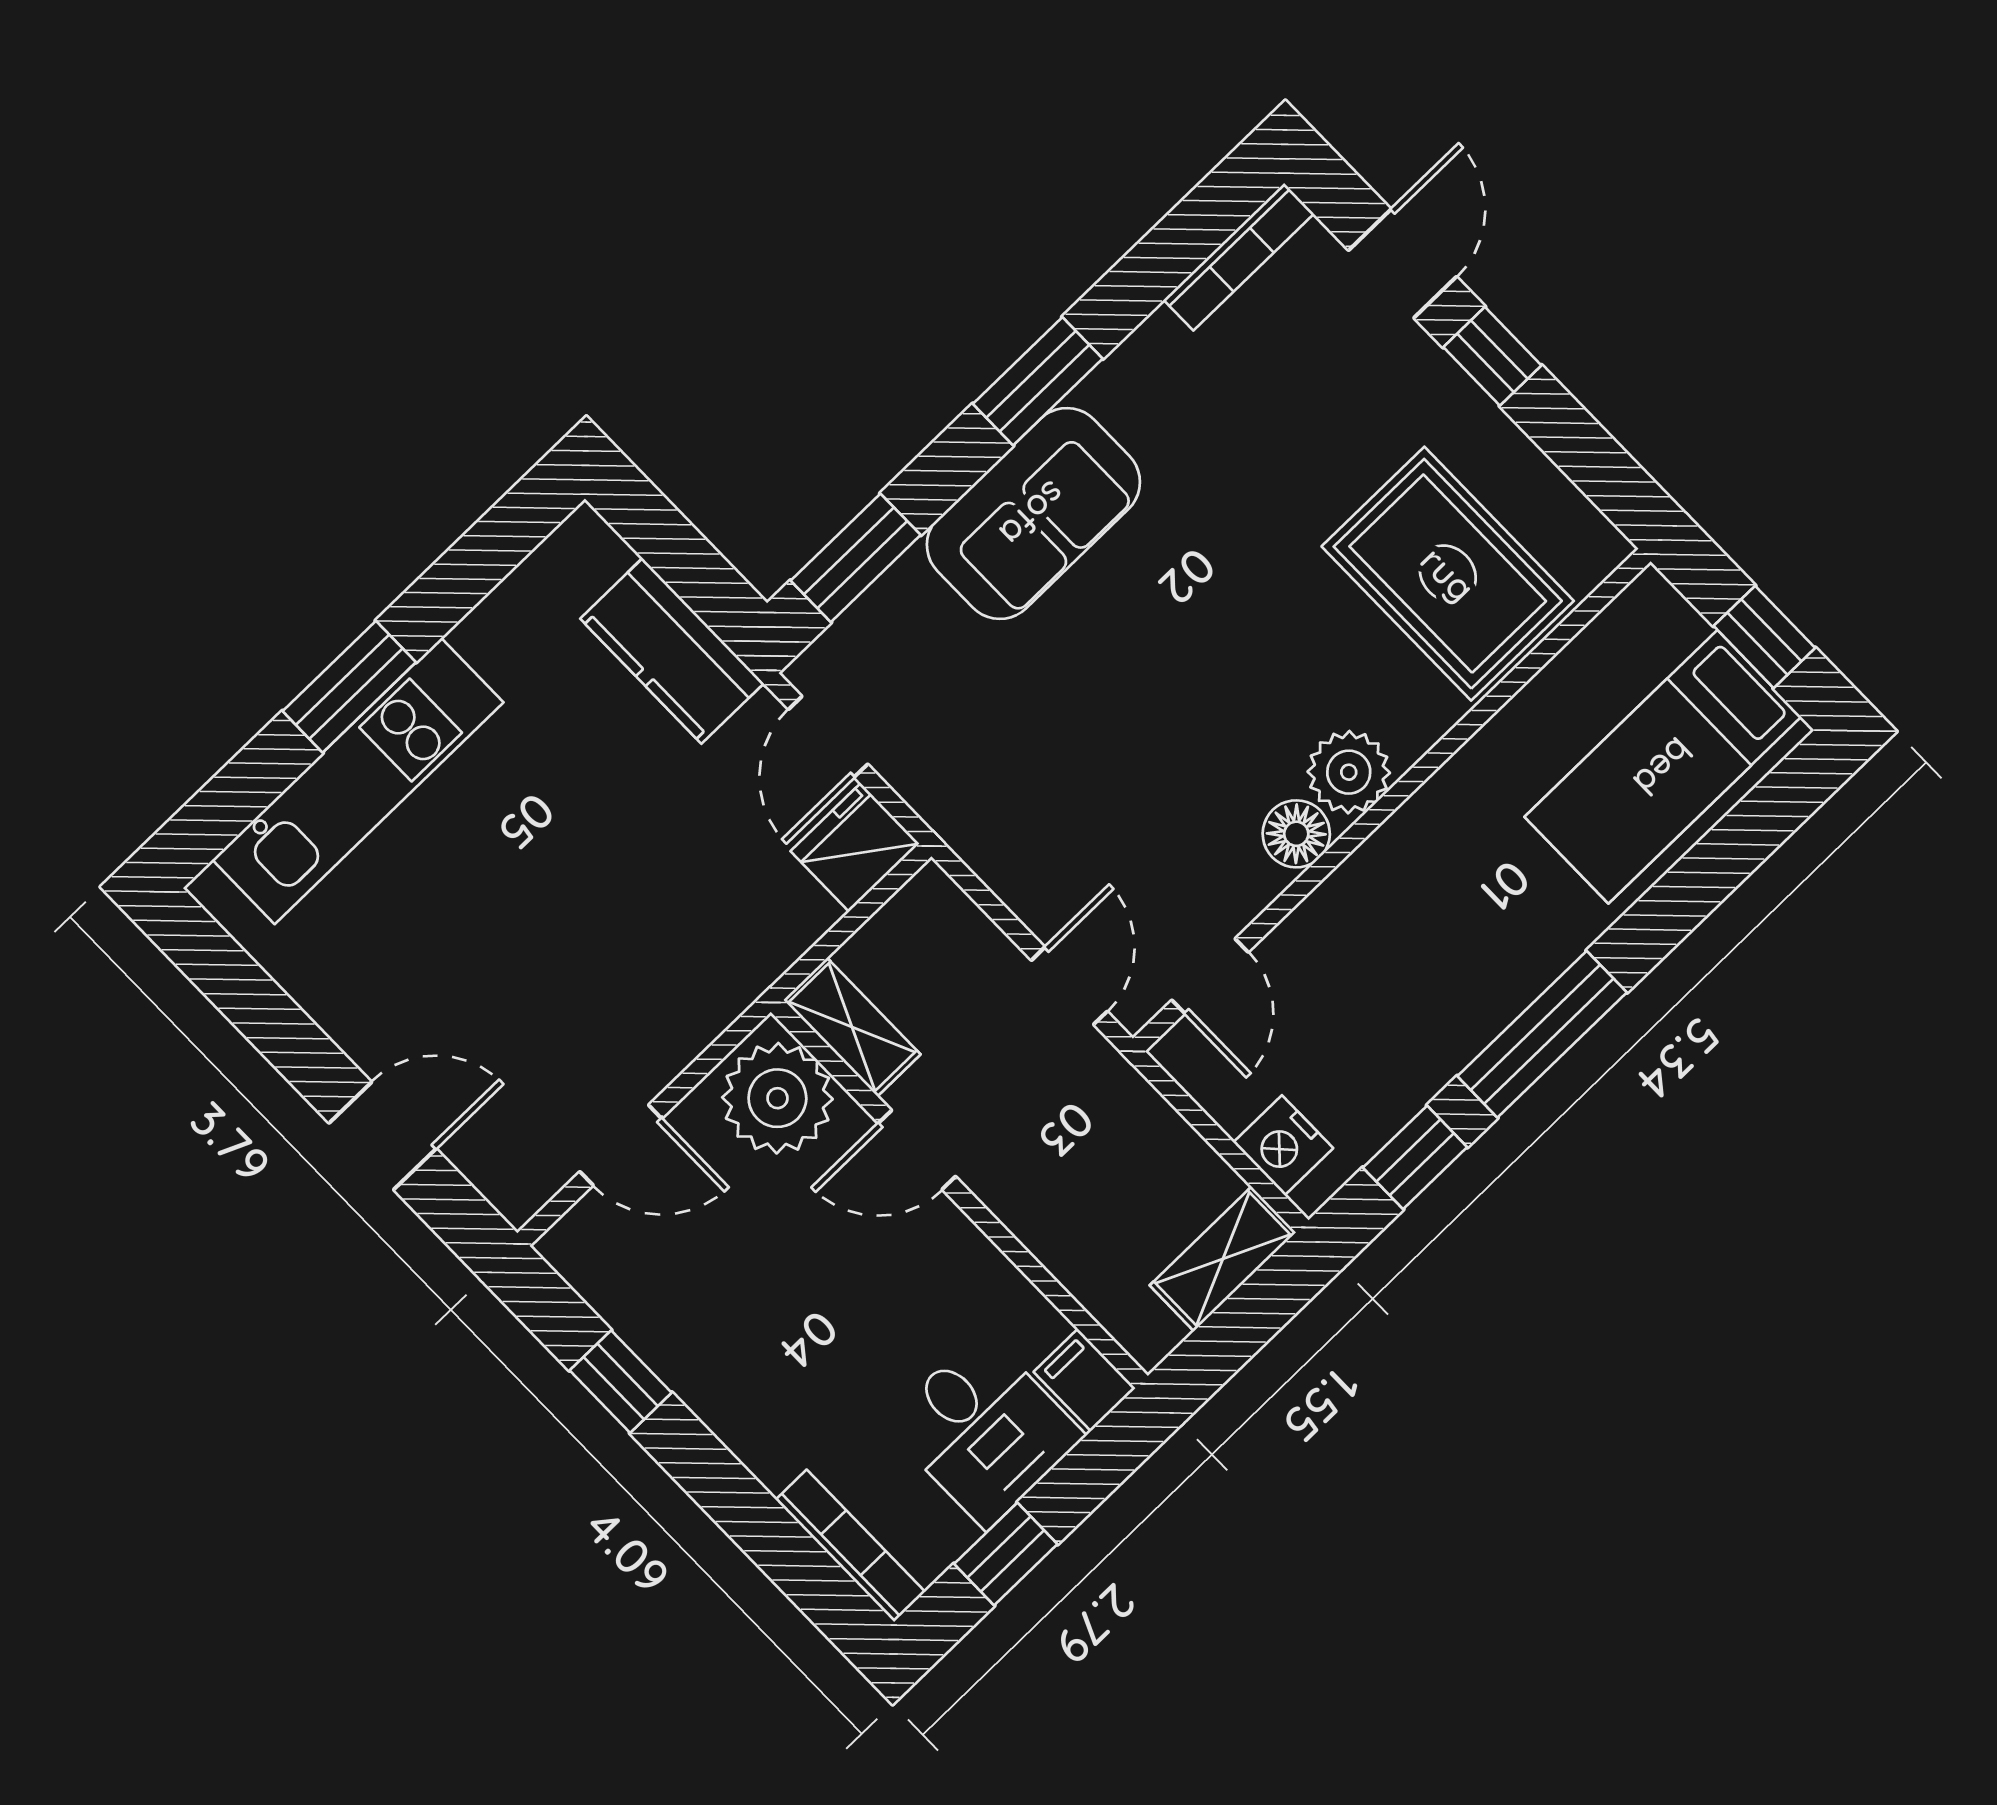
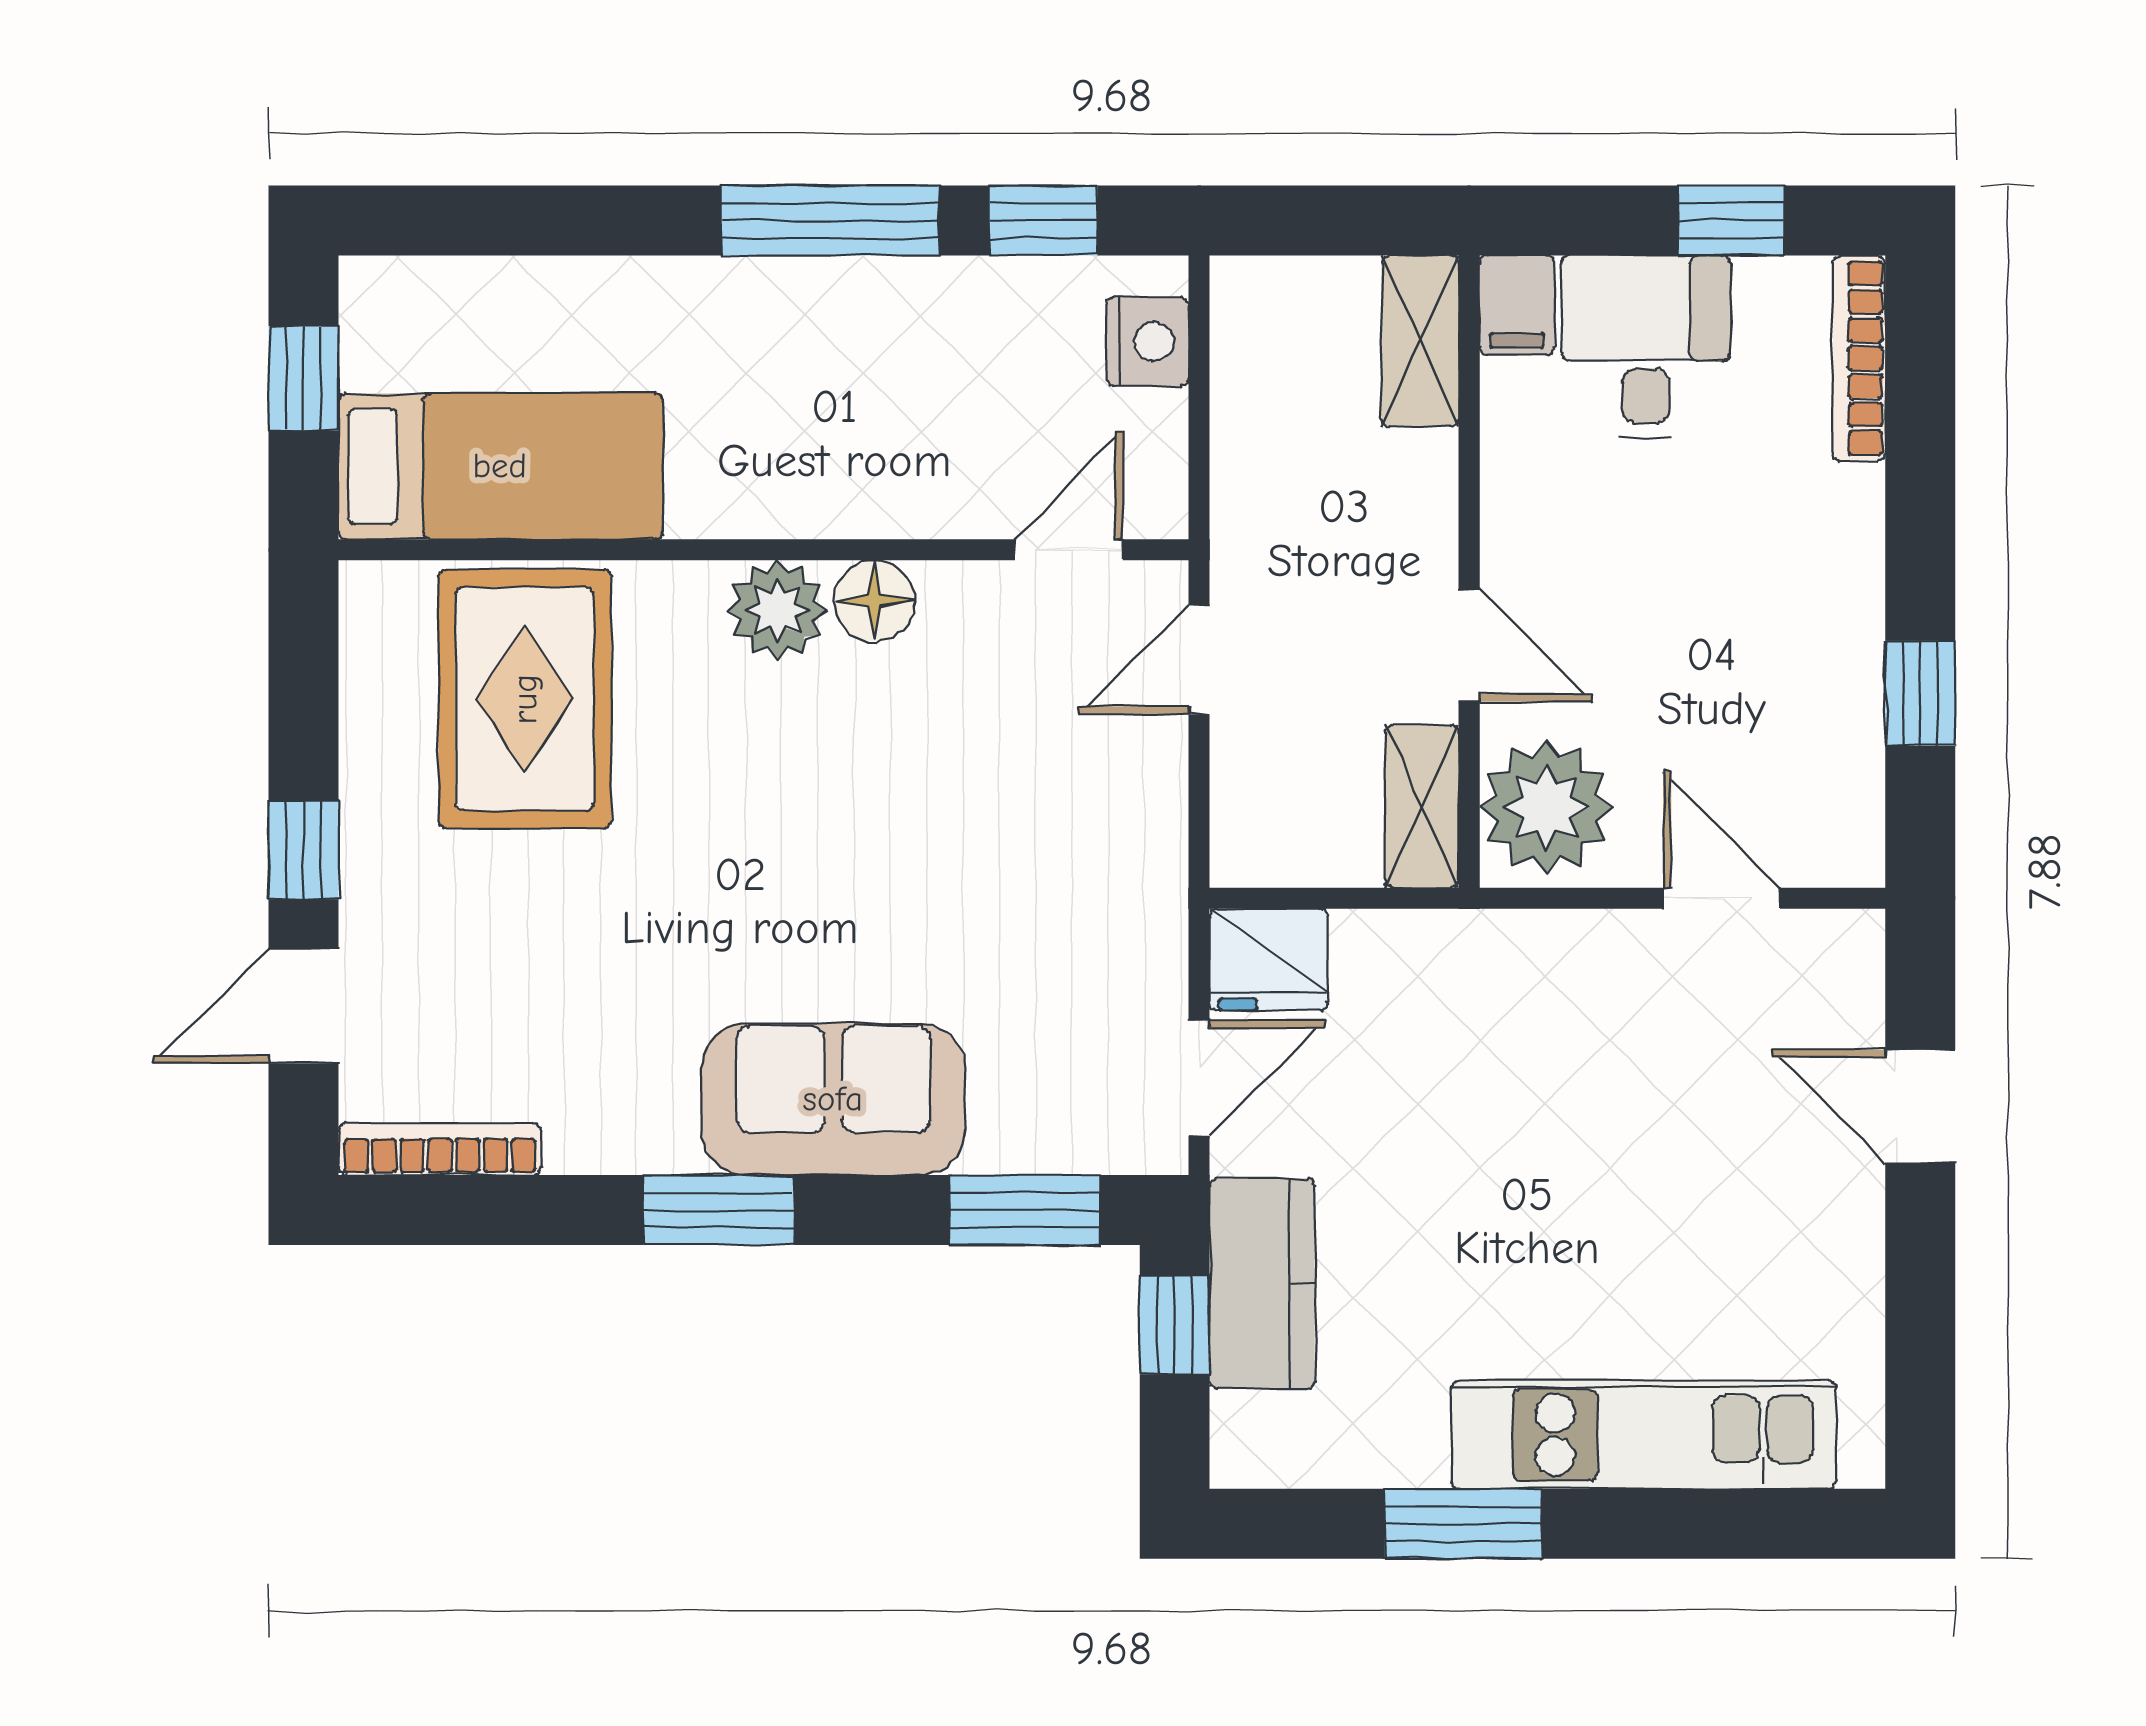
window: (700, 576) -> (1175, 1325), added
window: (349, 687) -> (1463, 1524), moved
bed: (1663, 767) -> (500, 466), moved
shelving: (1223, 1259) -> (1420, 341), moved, turned 90

